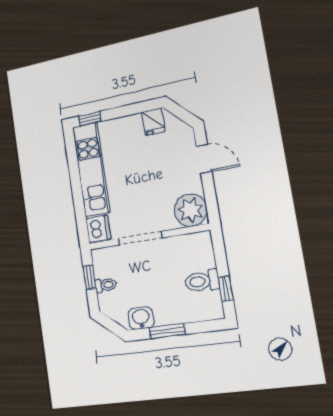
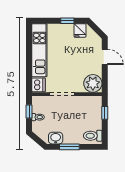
window: (90, 119) -> (67, 21), moved
toilet: (202, 281) -> (93, 136), moved
window: (226, 289) -> (105, 113), moved

